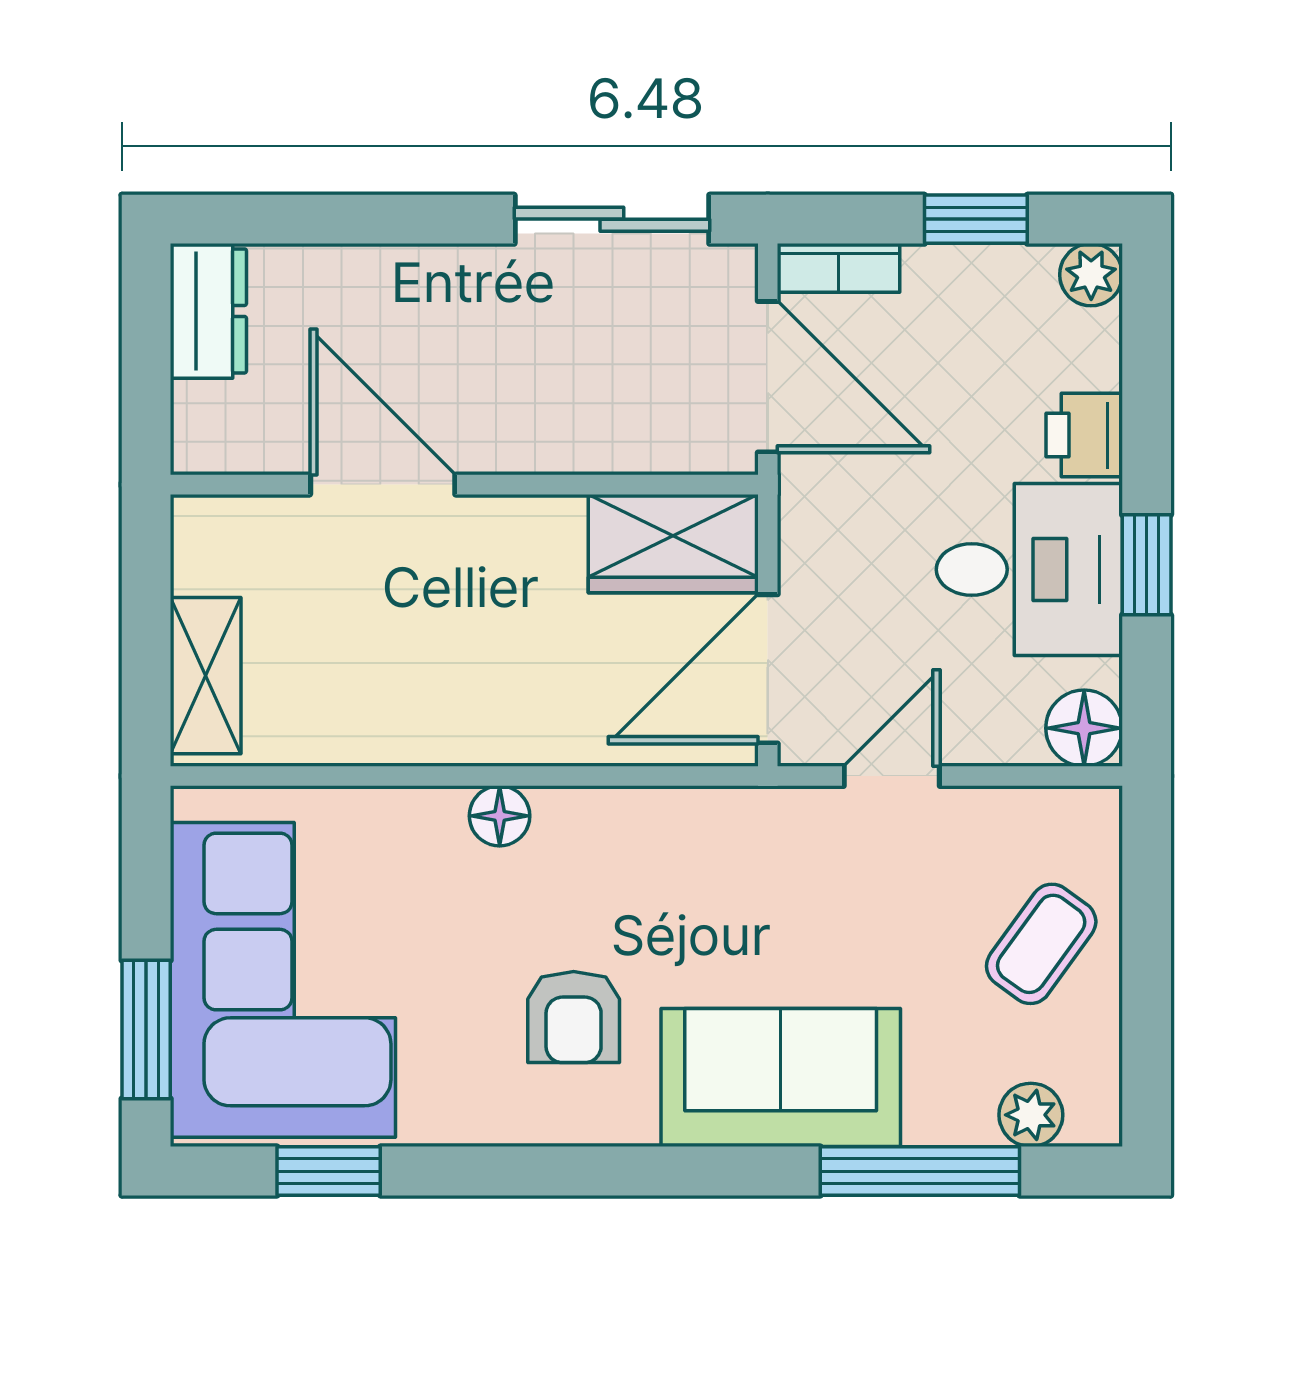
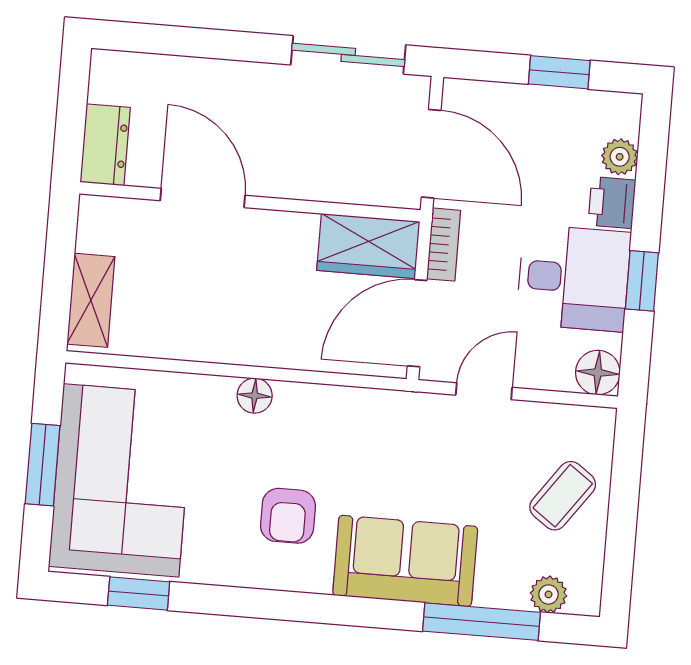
bookcase: (838, 268) -> (444, 245), moved, turned -90
plant: (1091, 275) -> (620, 157), moved
dresser: (208, 311) -> (105, 145), moved
window: (146, 1029) -> (43, 465), moved

